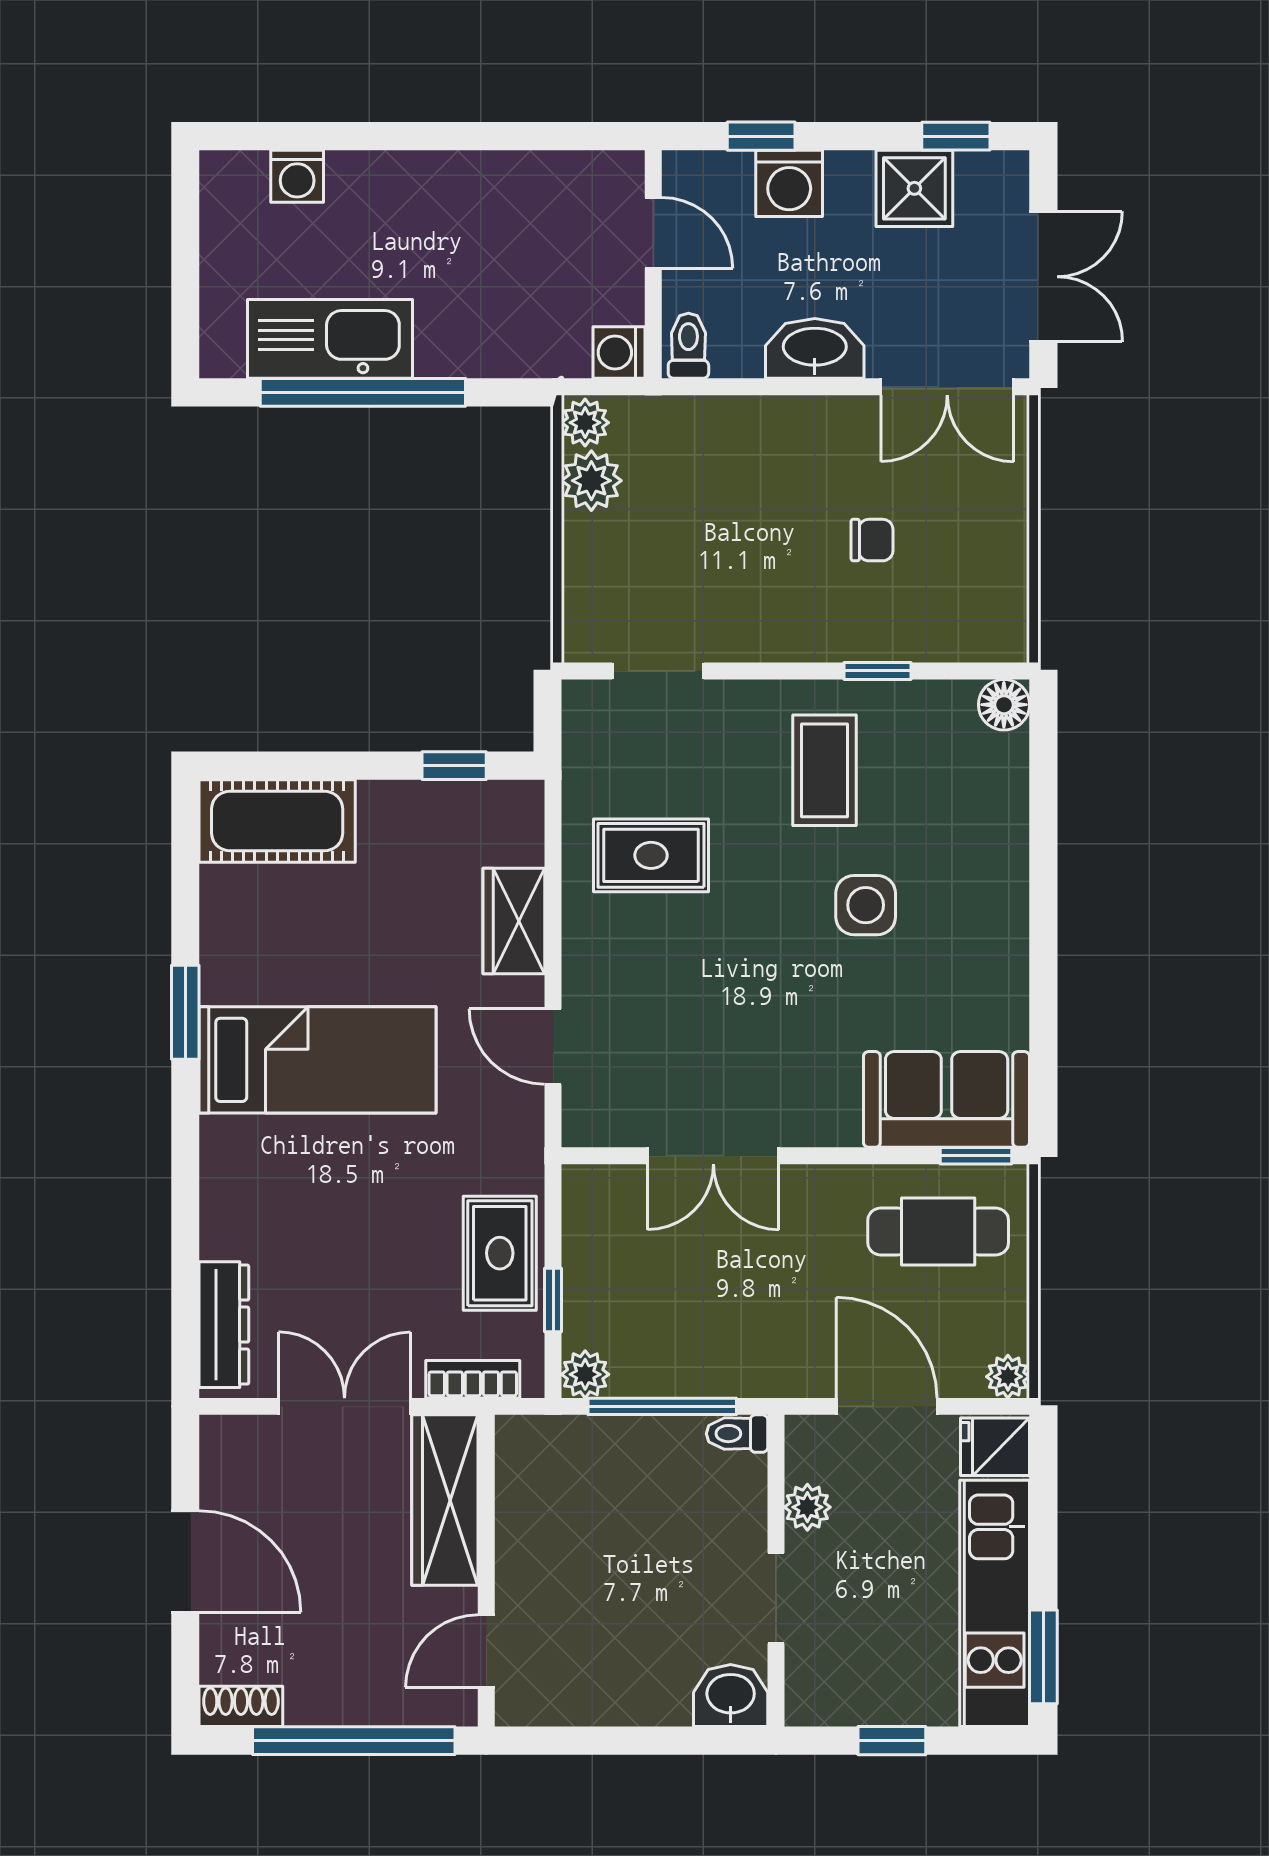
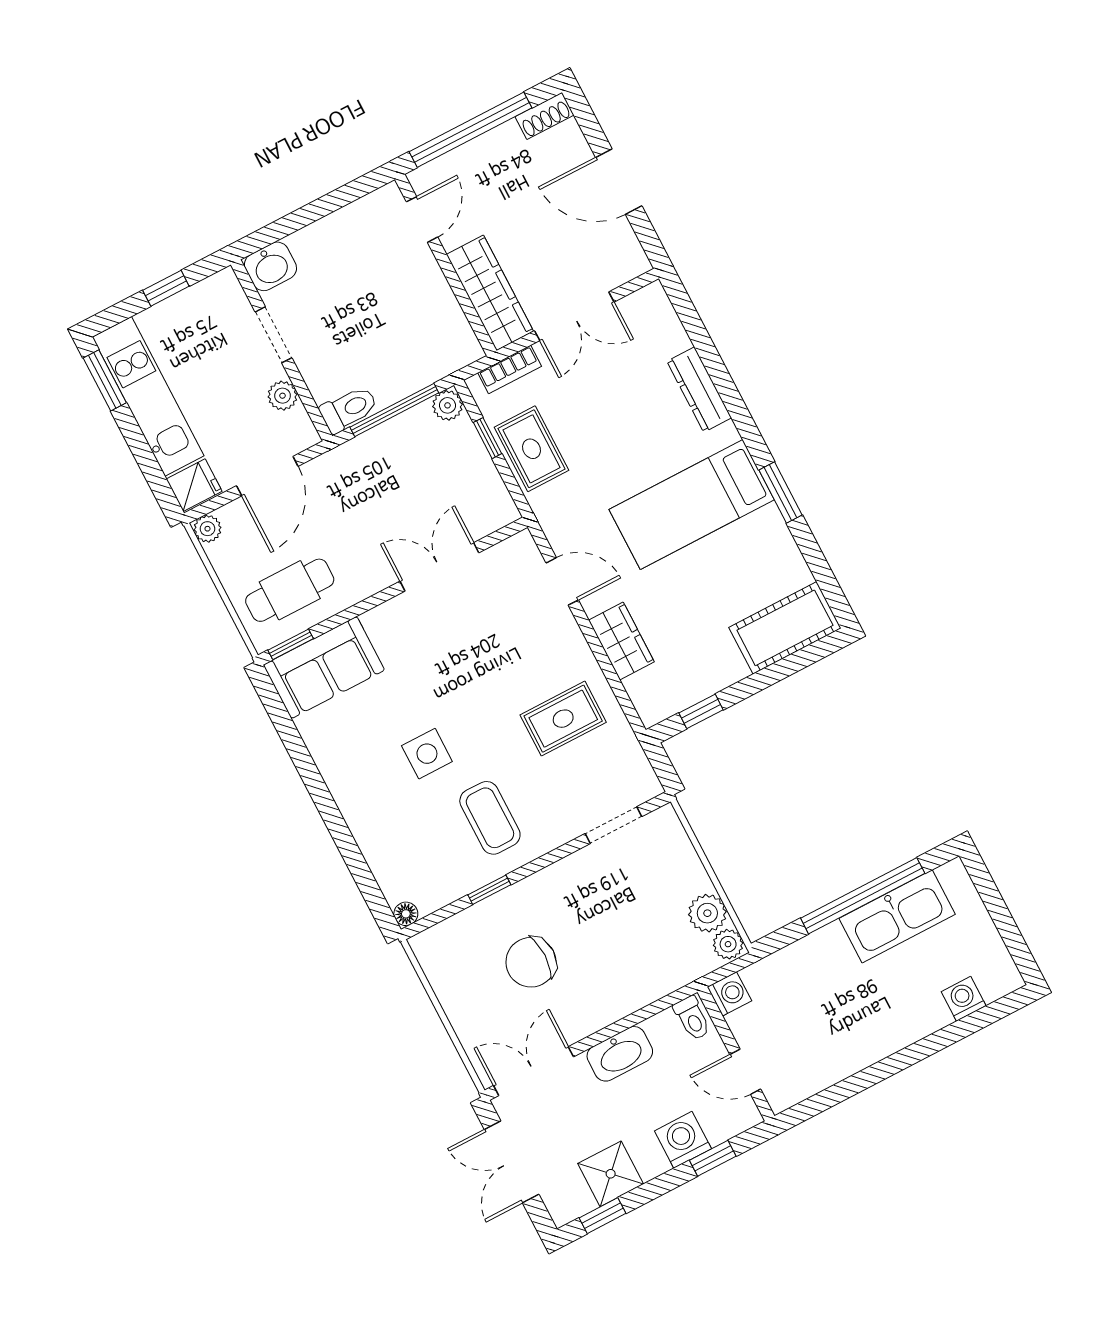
chair: (872, 540) -> (531, 962), width x1.87, depth x1.87
floor lamp: (1004, 705) -> (406, 914), width x0.73, depth x0.73
dresser: (224, 1325) -> (699, 390), moved
door: (887, 1406) -> (267, 476), hinge flipped
toilet: (737, 1434) -> (349, 409), width x1.37, depth x1.39

